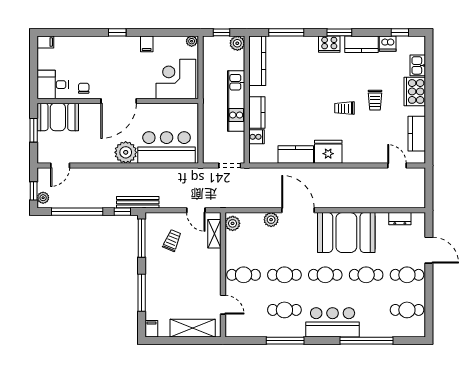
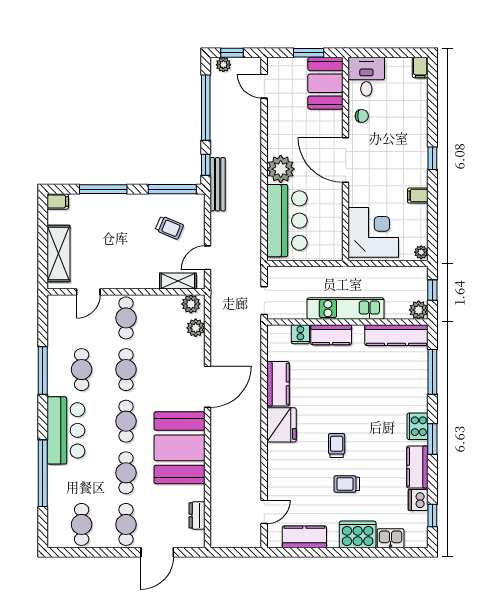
plant: (271, 220) -> (196, 328), moved

